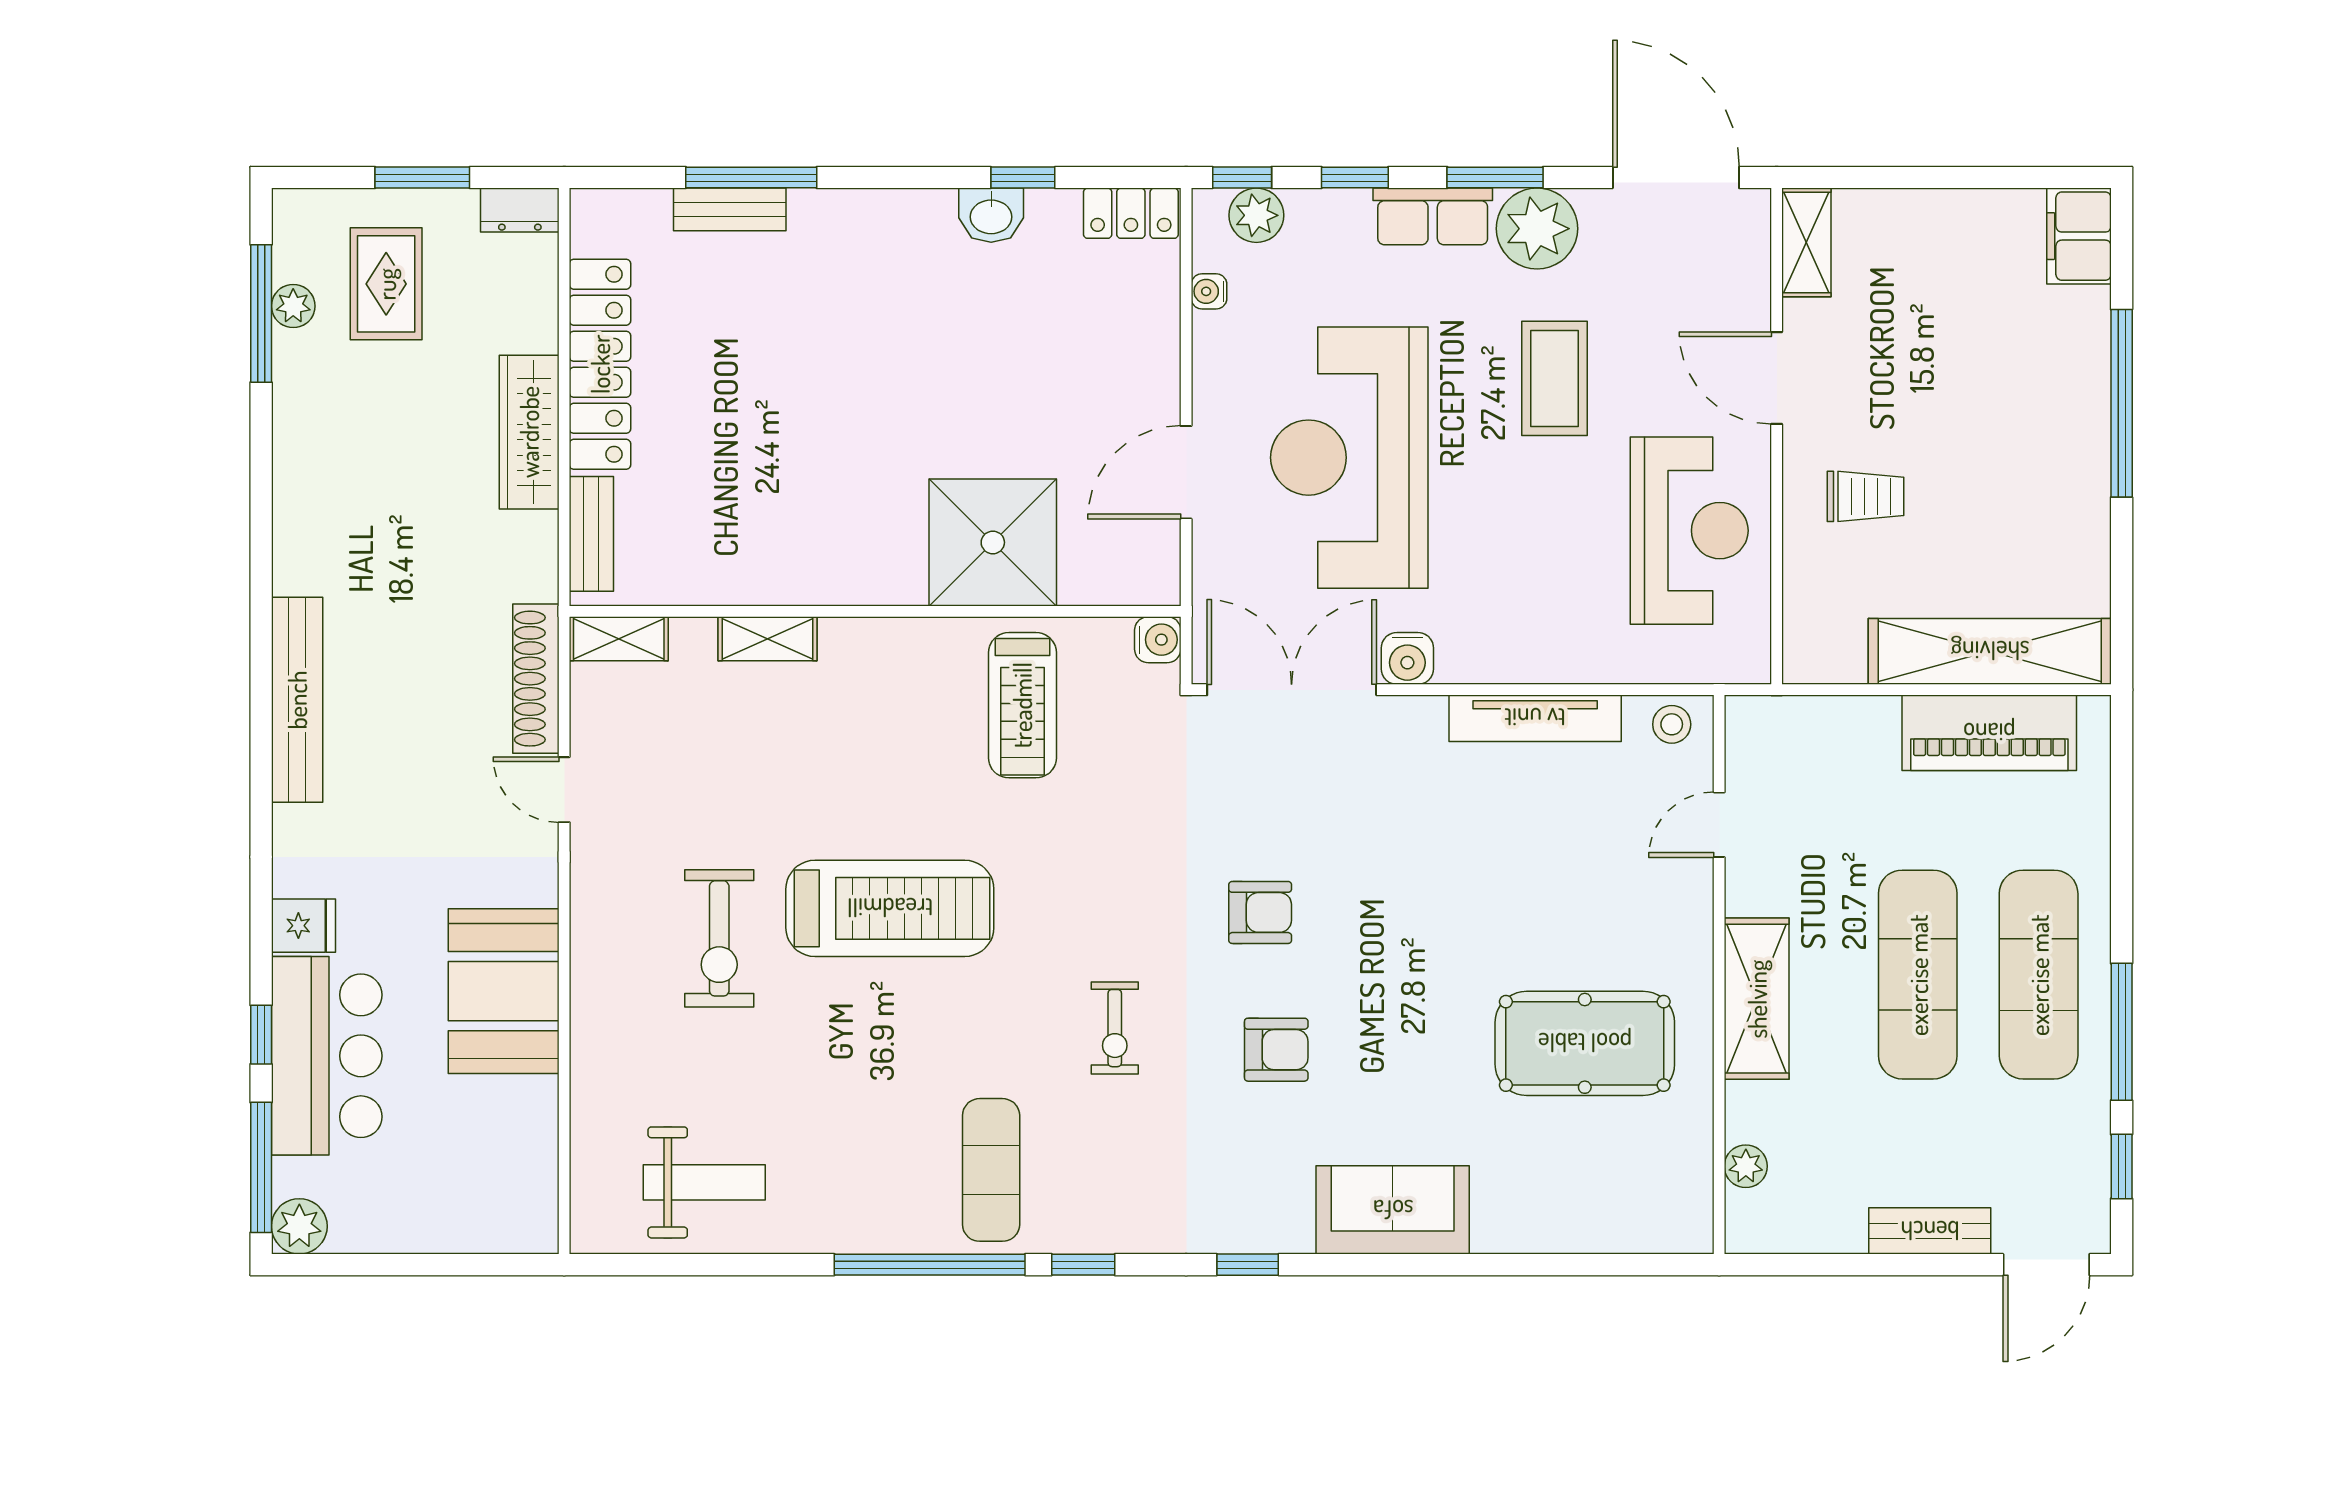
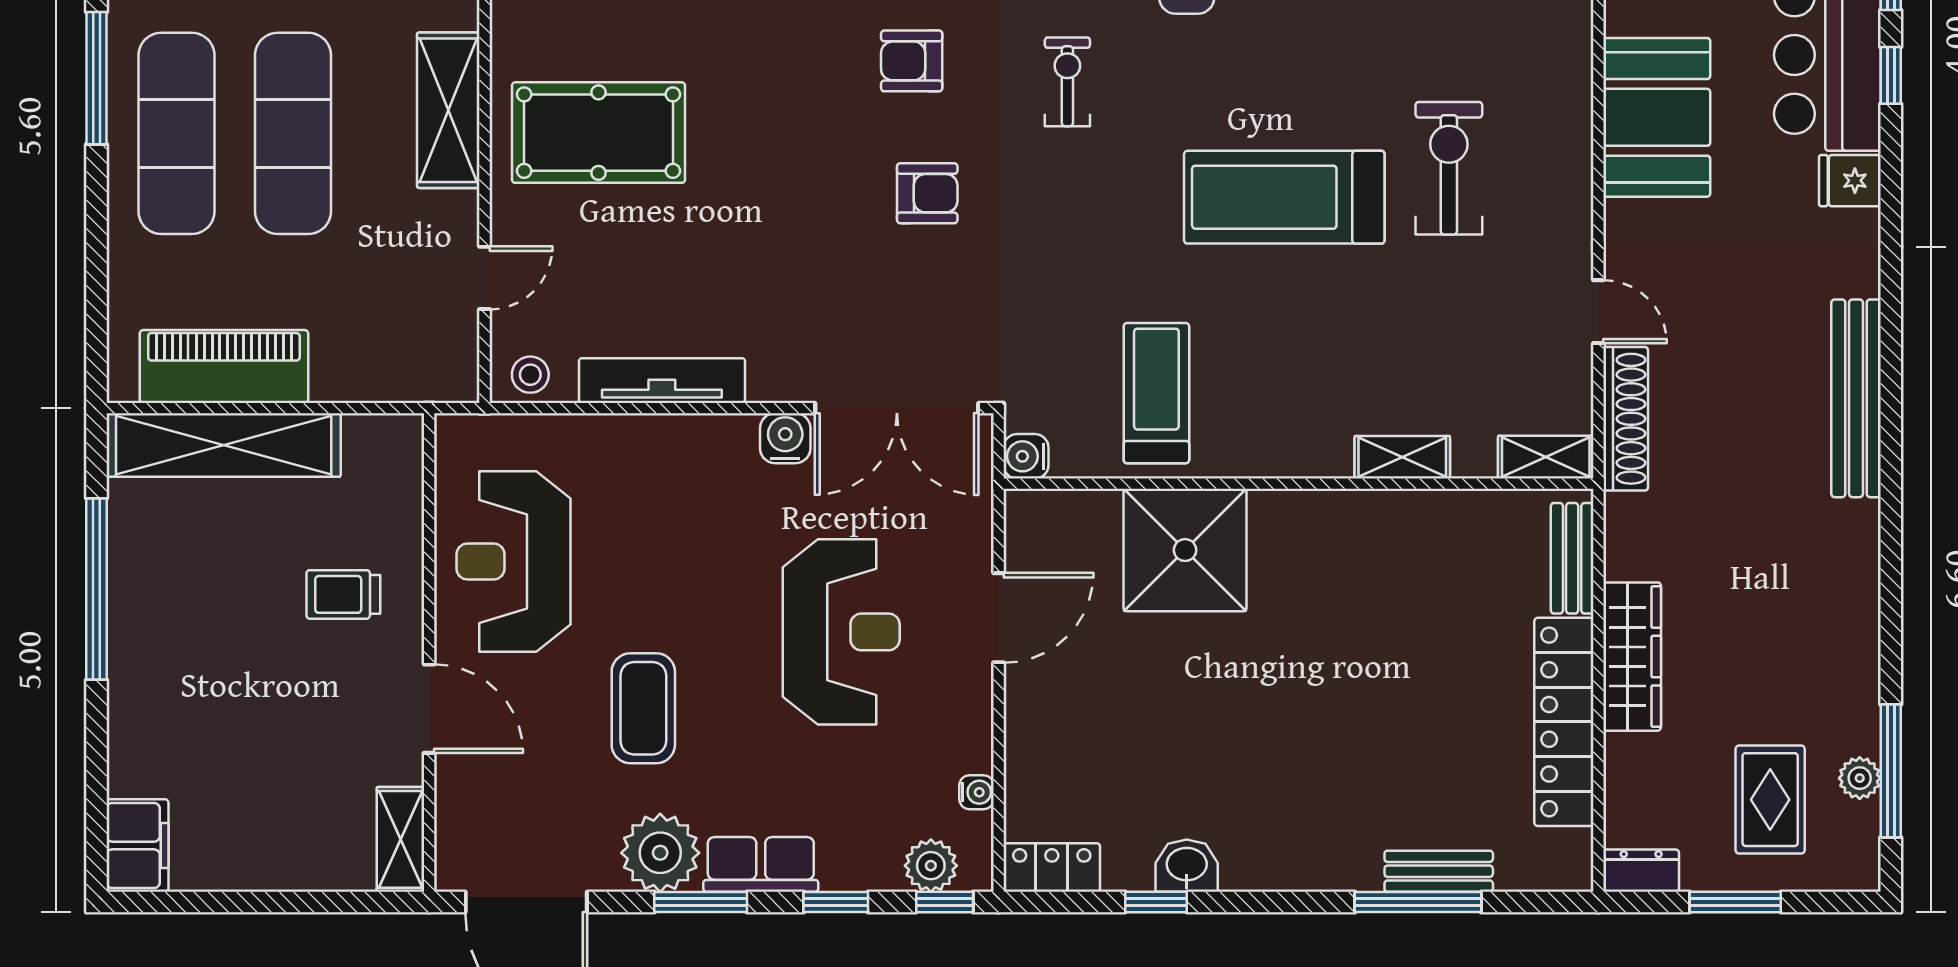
window: (2122, 403) -> (96, 589), moved
reception desk: (1349, 458) -> (841, 632), width x0.74, depth x0.77
armchair: (1260, 912) -> (927, 193), turned 180
pool table: (1585, 1043) -> (599, 133), moved

